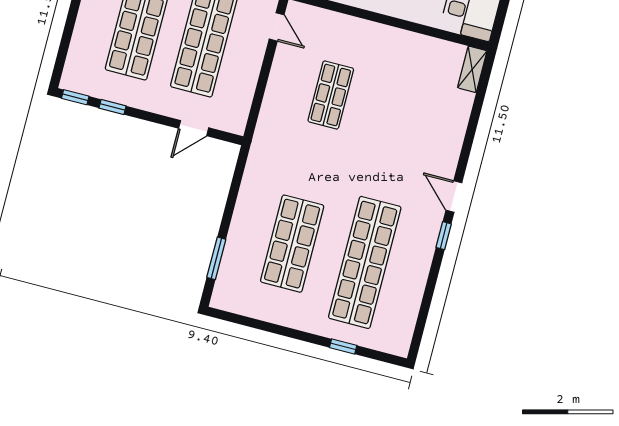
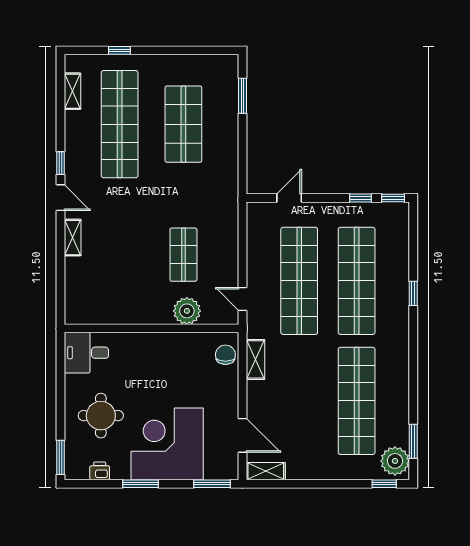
plant: (344, 30) -> (187, 311), added
shelving: (472, 69) -> (73, 238), moved
shelving: (409, 314) -> (72, 91), added

